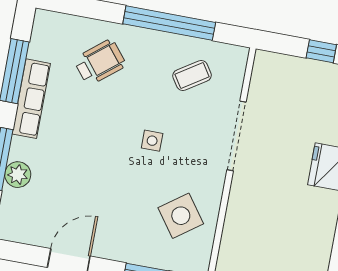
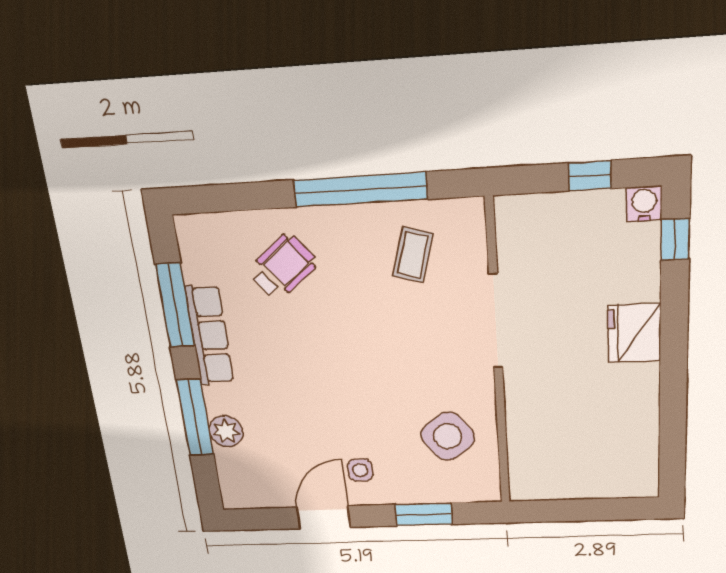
coffee table: (192, 75) -> (413, 255), turned -41
side table: (152, 141) -> (360, 470), moved

